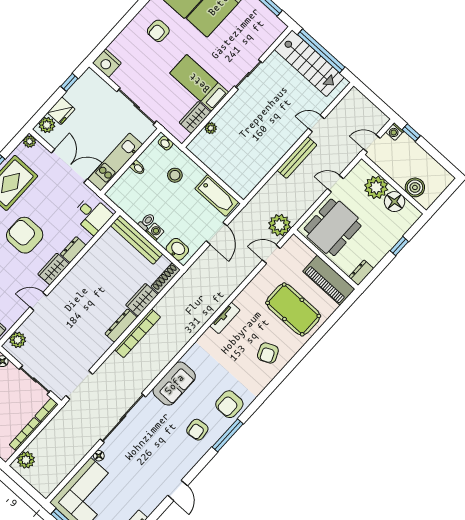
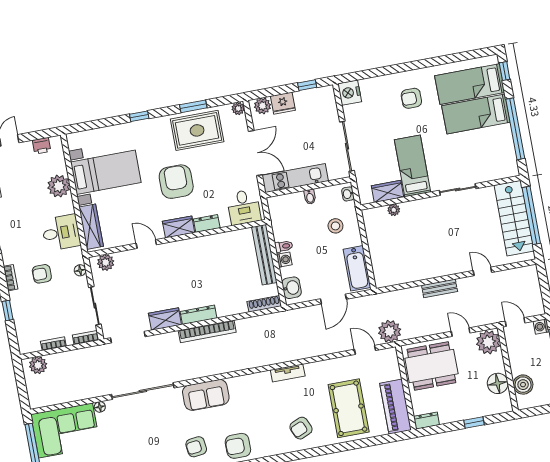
bench: (297, 158) -> (440, 288), width x0.73
plant: (376, 187) -> (488, 342), moved
wardrobe: (142, 300) -> (165, 319), moved
bookcase: (25, 434) -> (53, 344), width x0.64

